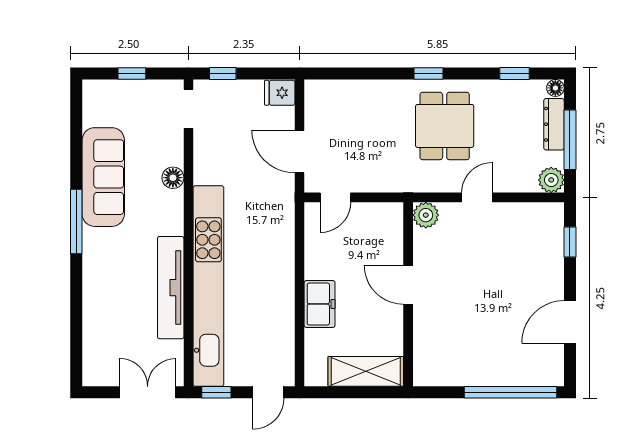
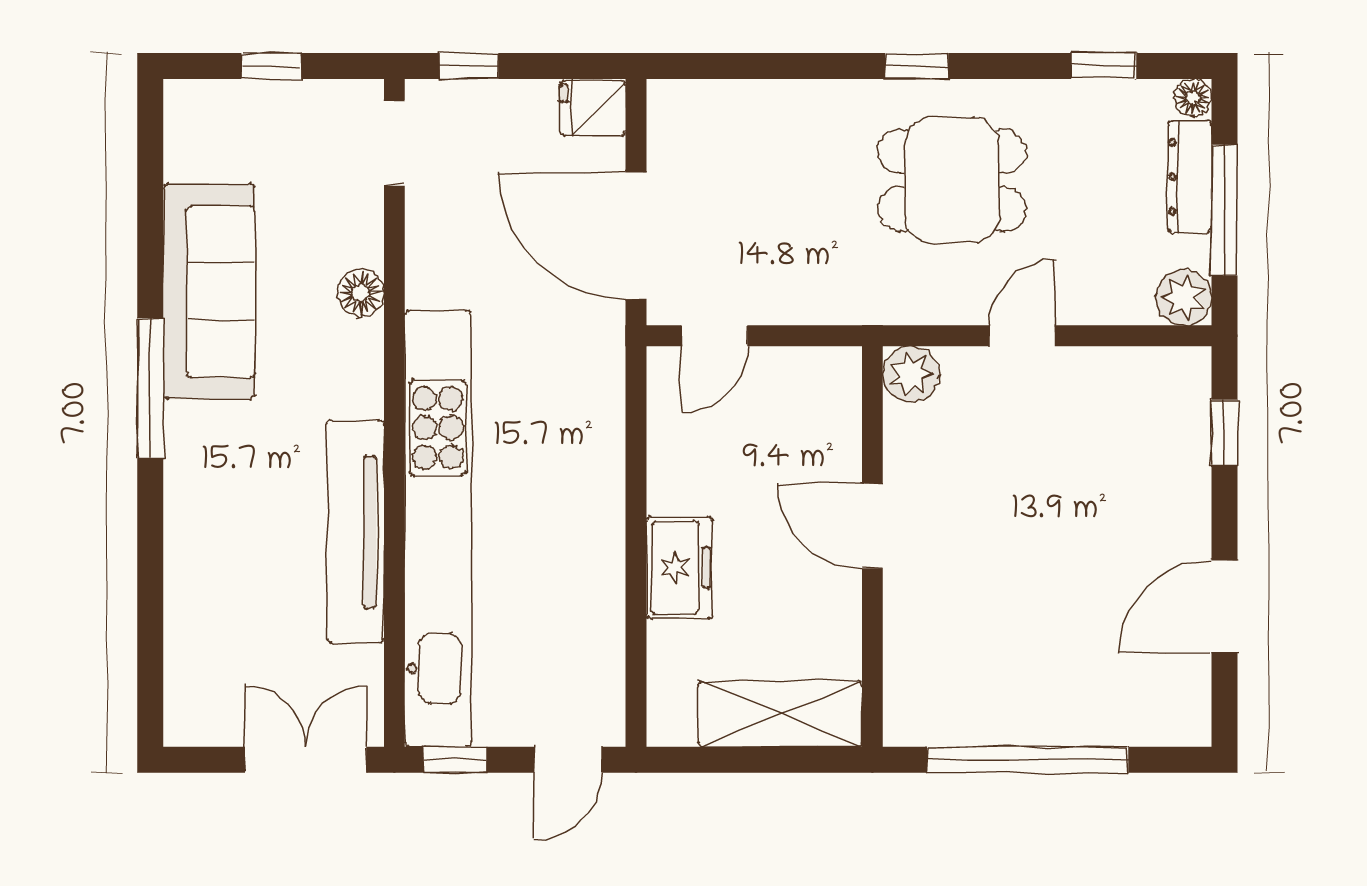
dining table: (445, 126) -> (952, 180), turned 90
door: (299, 152) -> (636, 236), width x1.36
window: (510, 392) -> (1028, 760), moved

